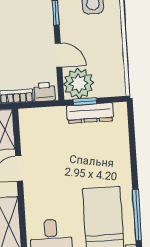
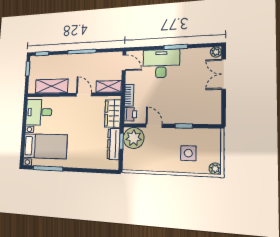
door: (58, 55) -> (154, 126), swing flipped
wardrobe: (45, 119) -> (113, 113), added

